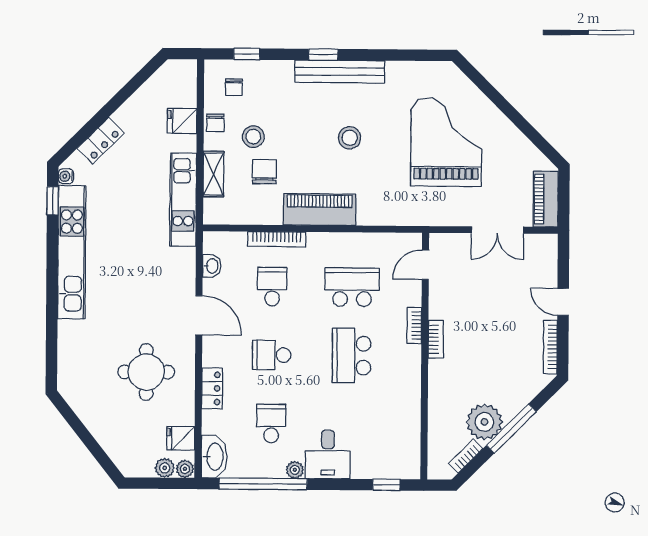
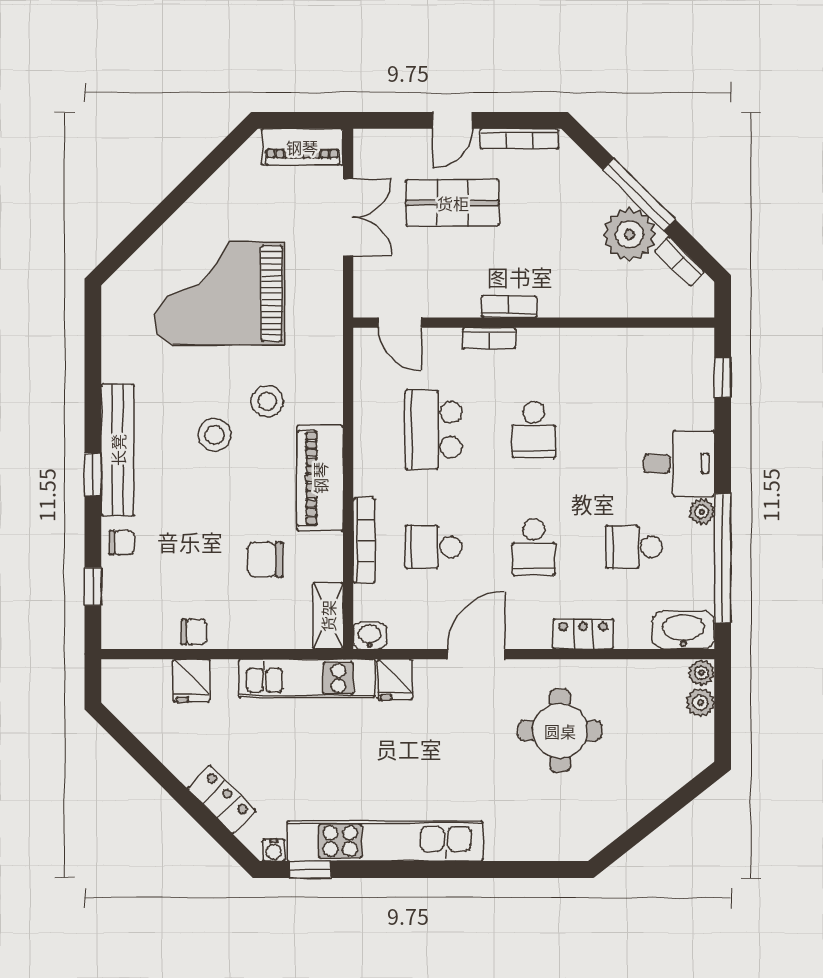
chair: (234, 87) -> (122, 543), moved
stool: (253, 137) -> (267, 401), moved
shelving: (213, 174) -> (328, 616), moved, turned 90
washbasin: (212, 266) -> (370, 636), moved
shop shelf: (507, 301) -> (453, 203), added
school desk: (352, 356) -> (534, 430), width x0.54
fridge: (181, 438) -> (395, 679), moved

